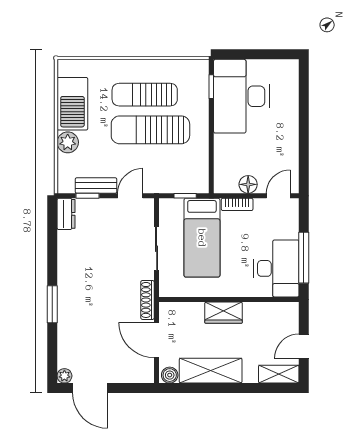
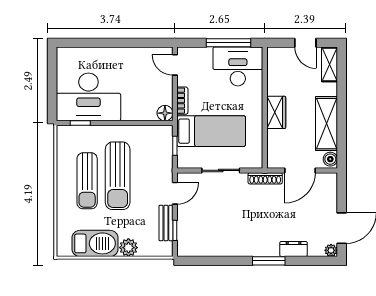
floor lamp: (248, 184) -> (165, 113), moved
door: (130, 196) -> (175, 193), swing flipped
dresser: (66, 214) -> (294, 249), moved

